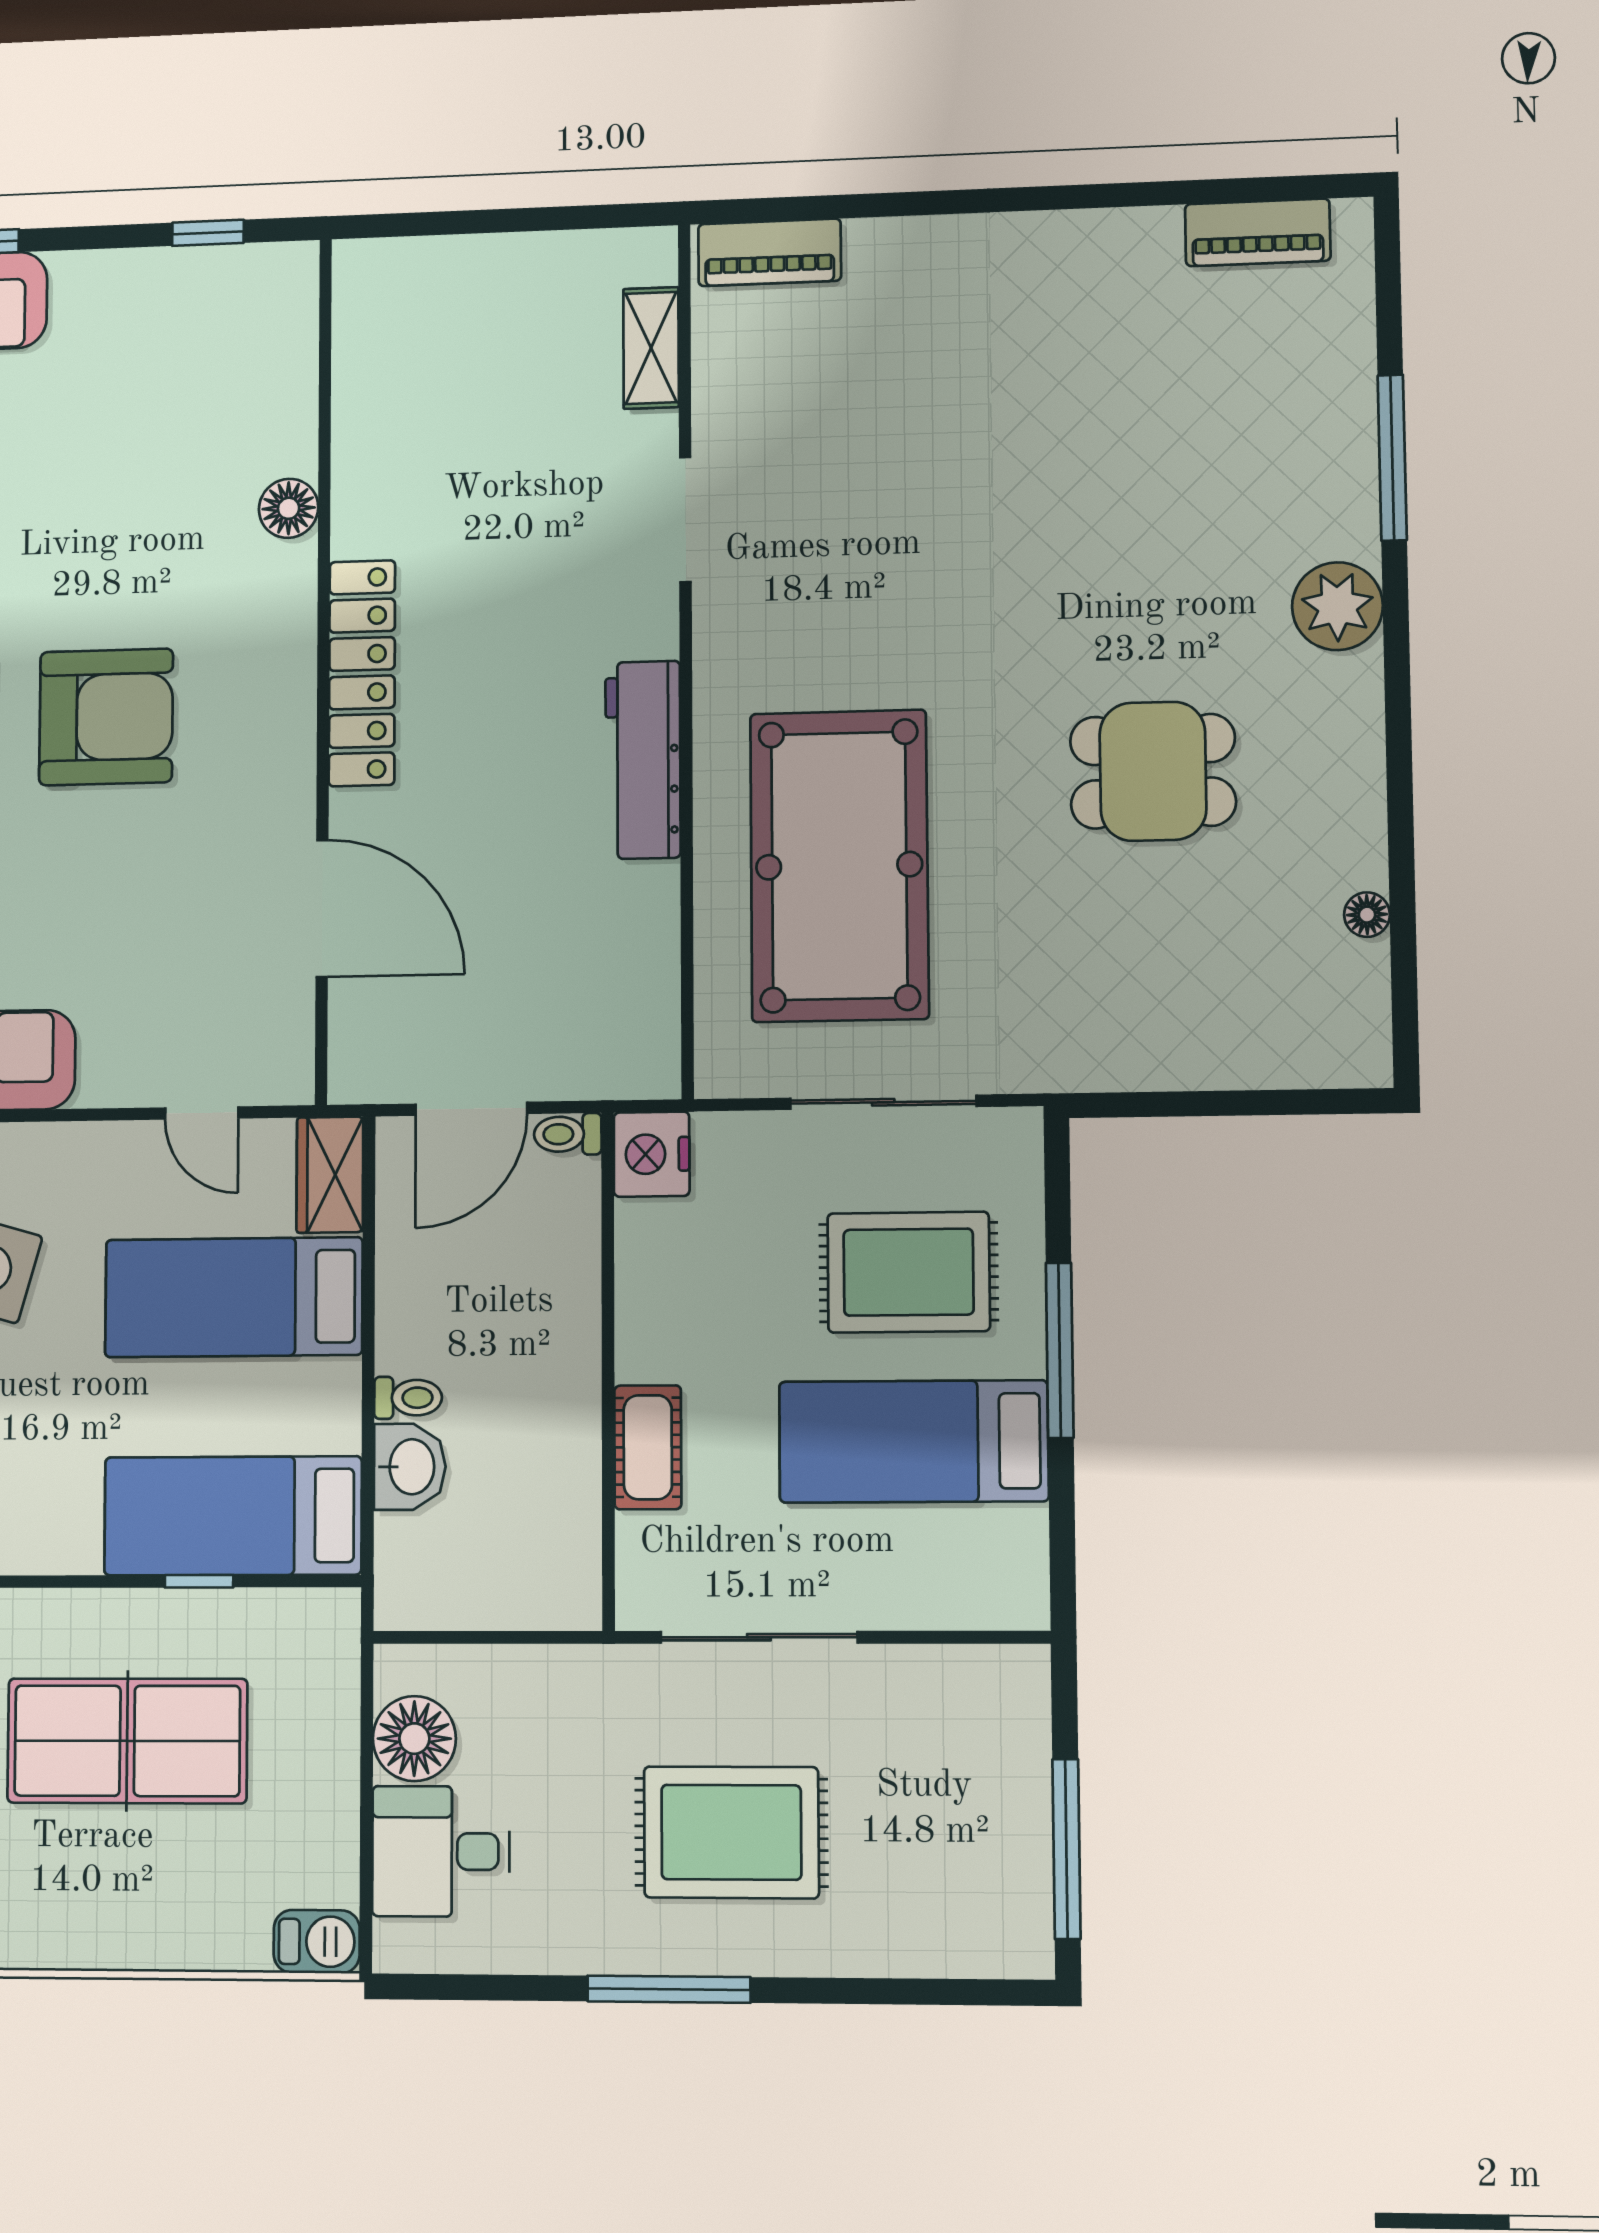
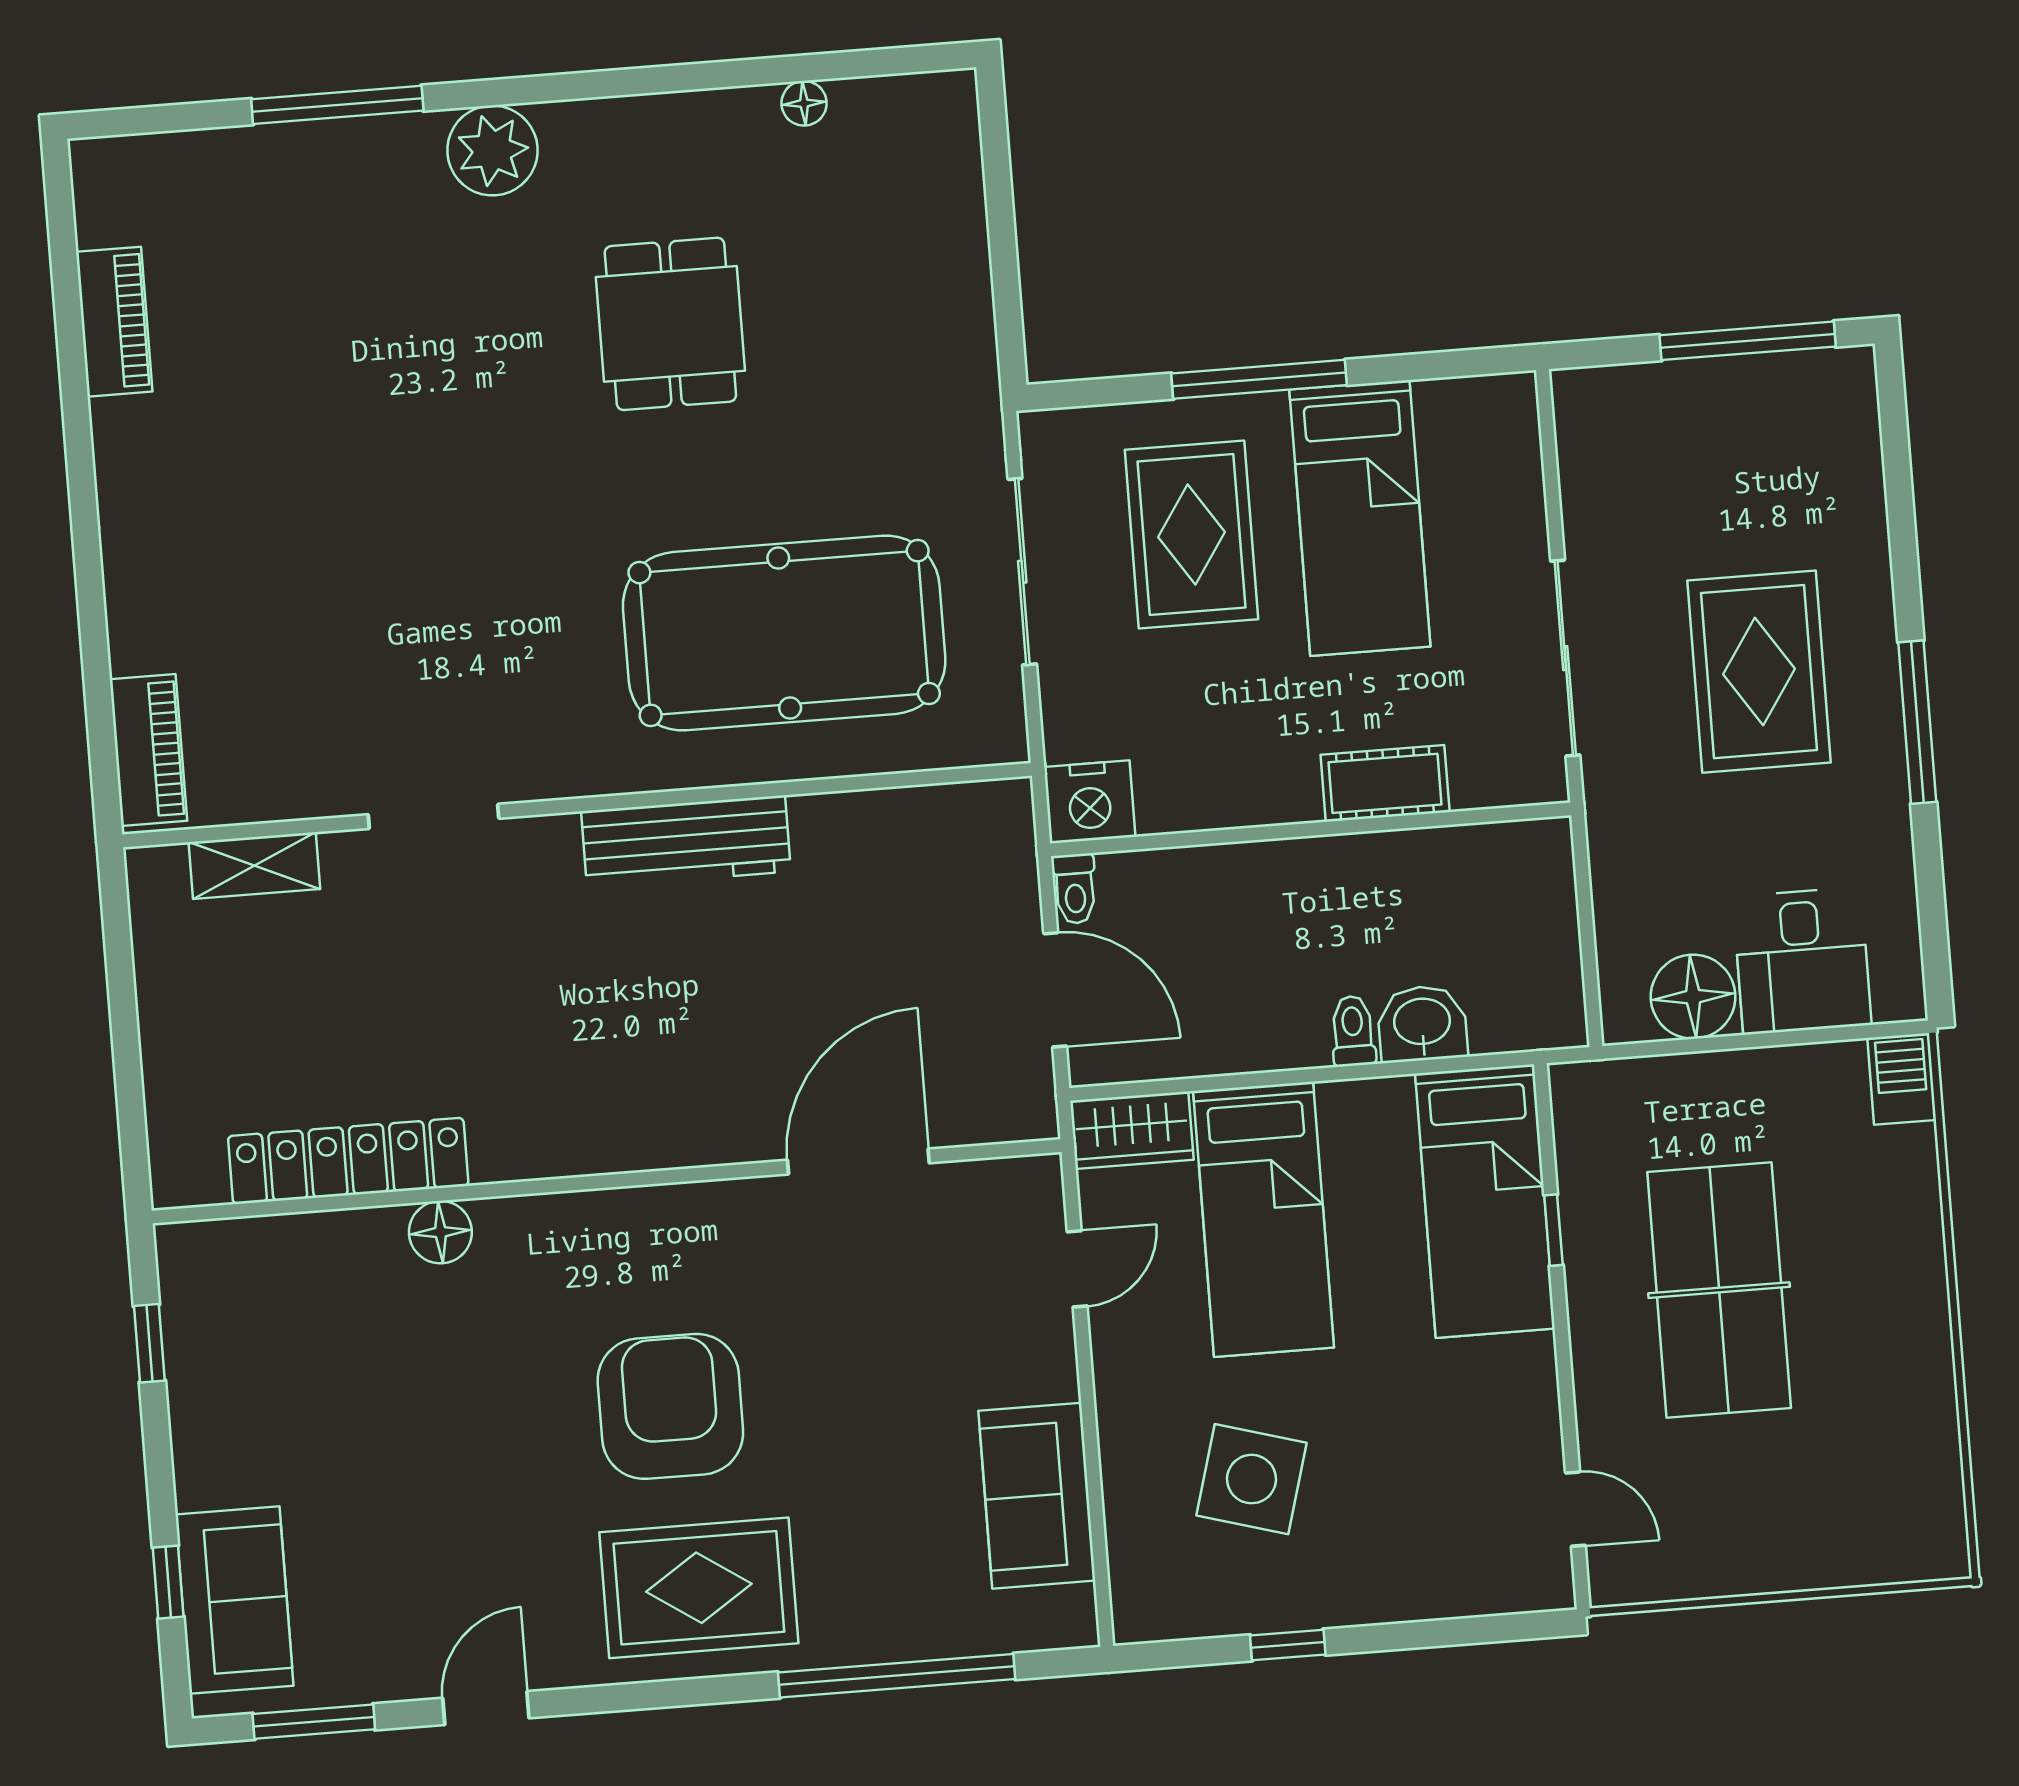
piano: (1258, 232) -> (114, 322), moved
locker: (362, 673) -> (348, 1161), moved

